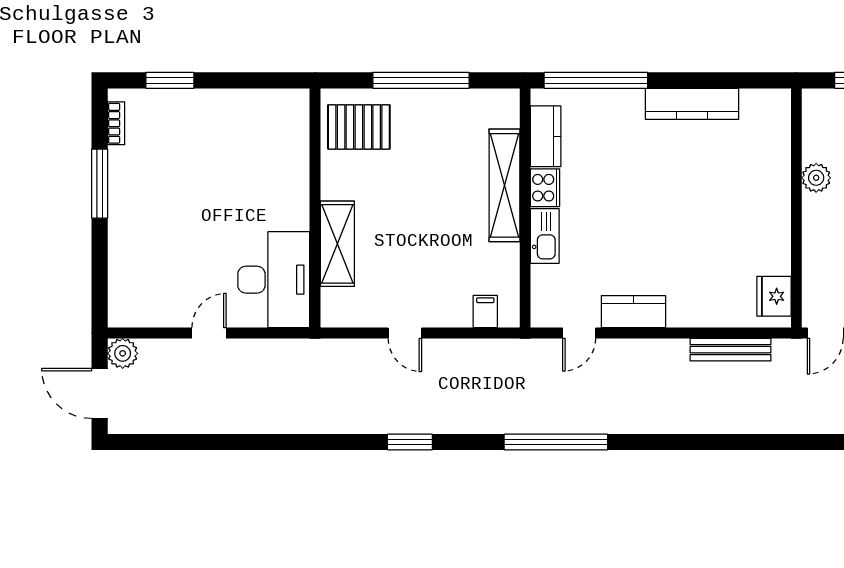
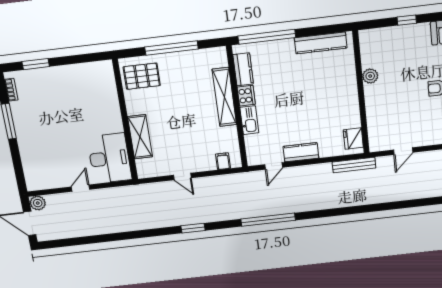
plant: (816, 178) -> (370, 76), moved
wall: (796, 208) -> (361, 93), moved
fridge: (774, 296) -> (353, 139), moved

